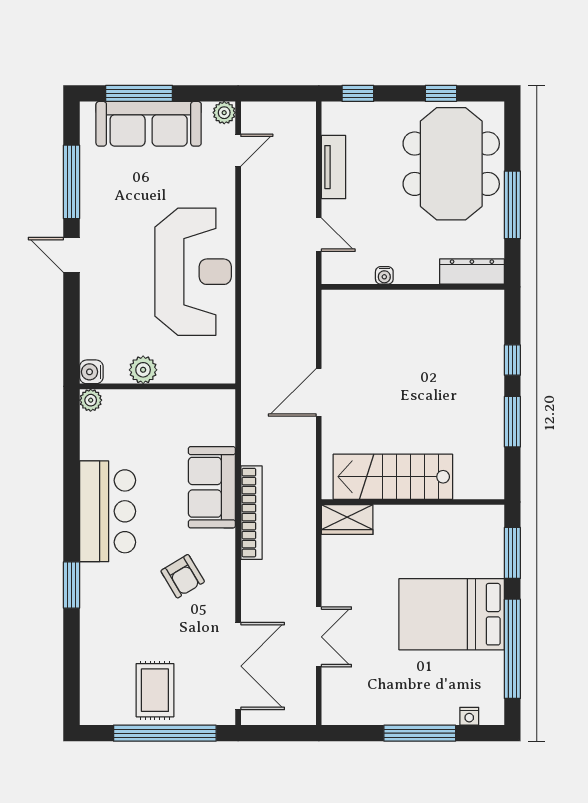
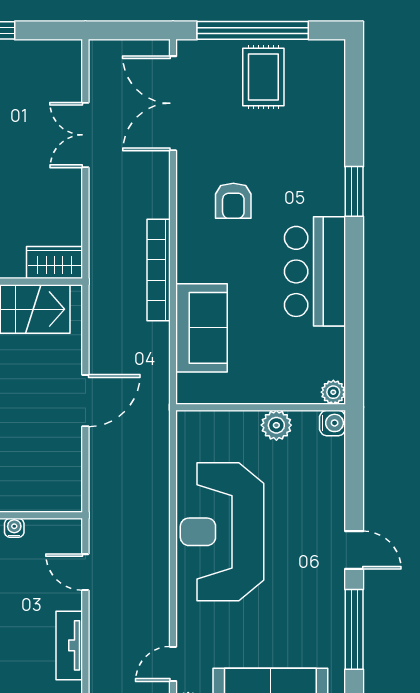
sofa: (212, 487) -> (202, 328), moved
armchair: (183, 576) -> (233, 201), turned -149

